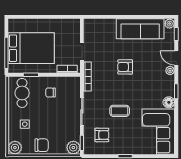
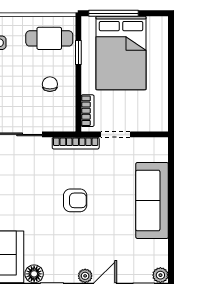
sofa: (140, 29) -> (152, 200), moved
armchair: (125, 67) -> (75, 200), moved, turned 90
coffee table: (120, 111) -> (20, 195), removed

